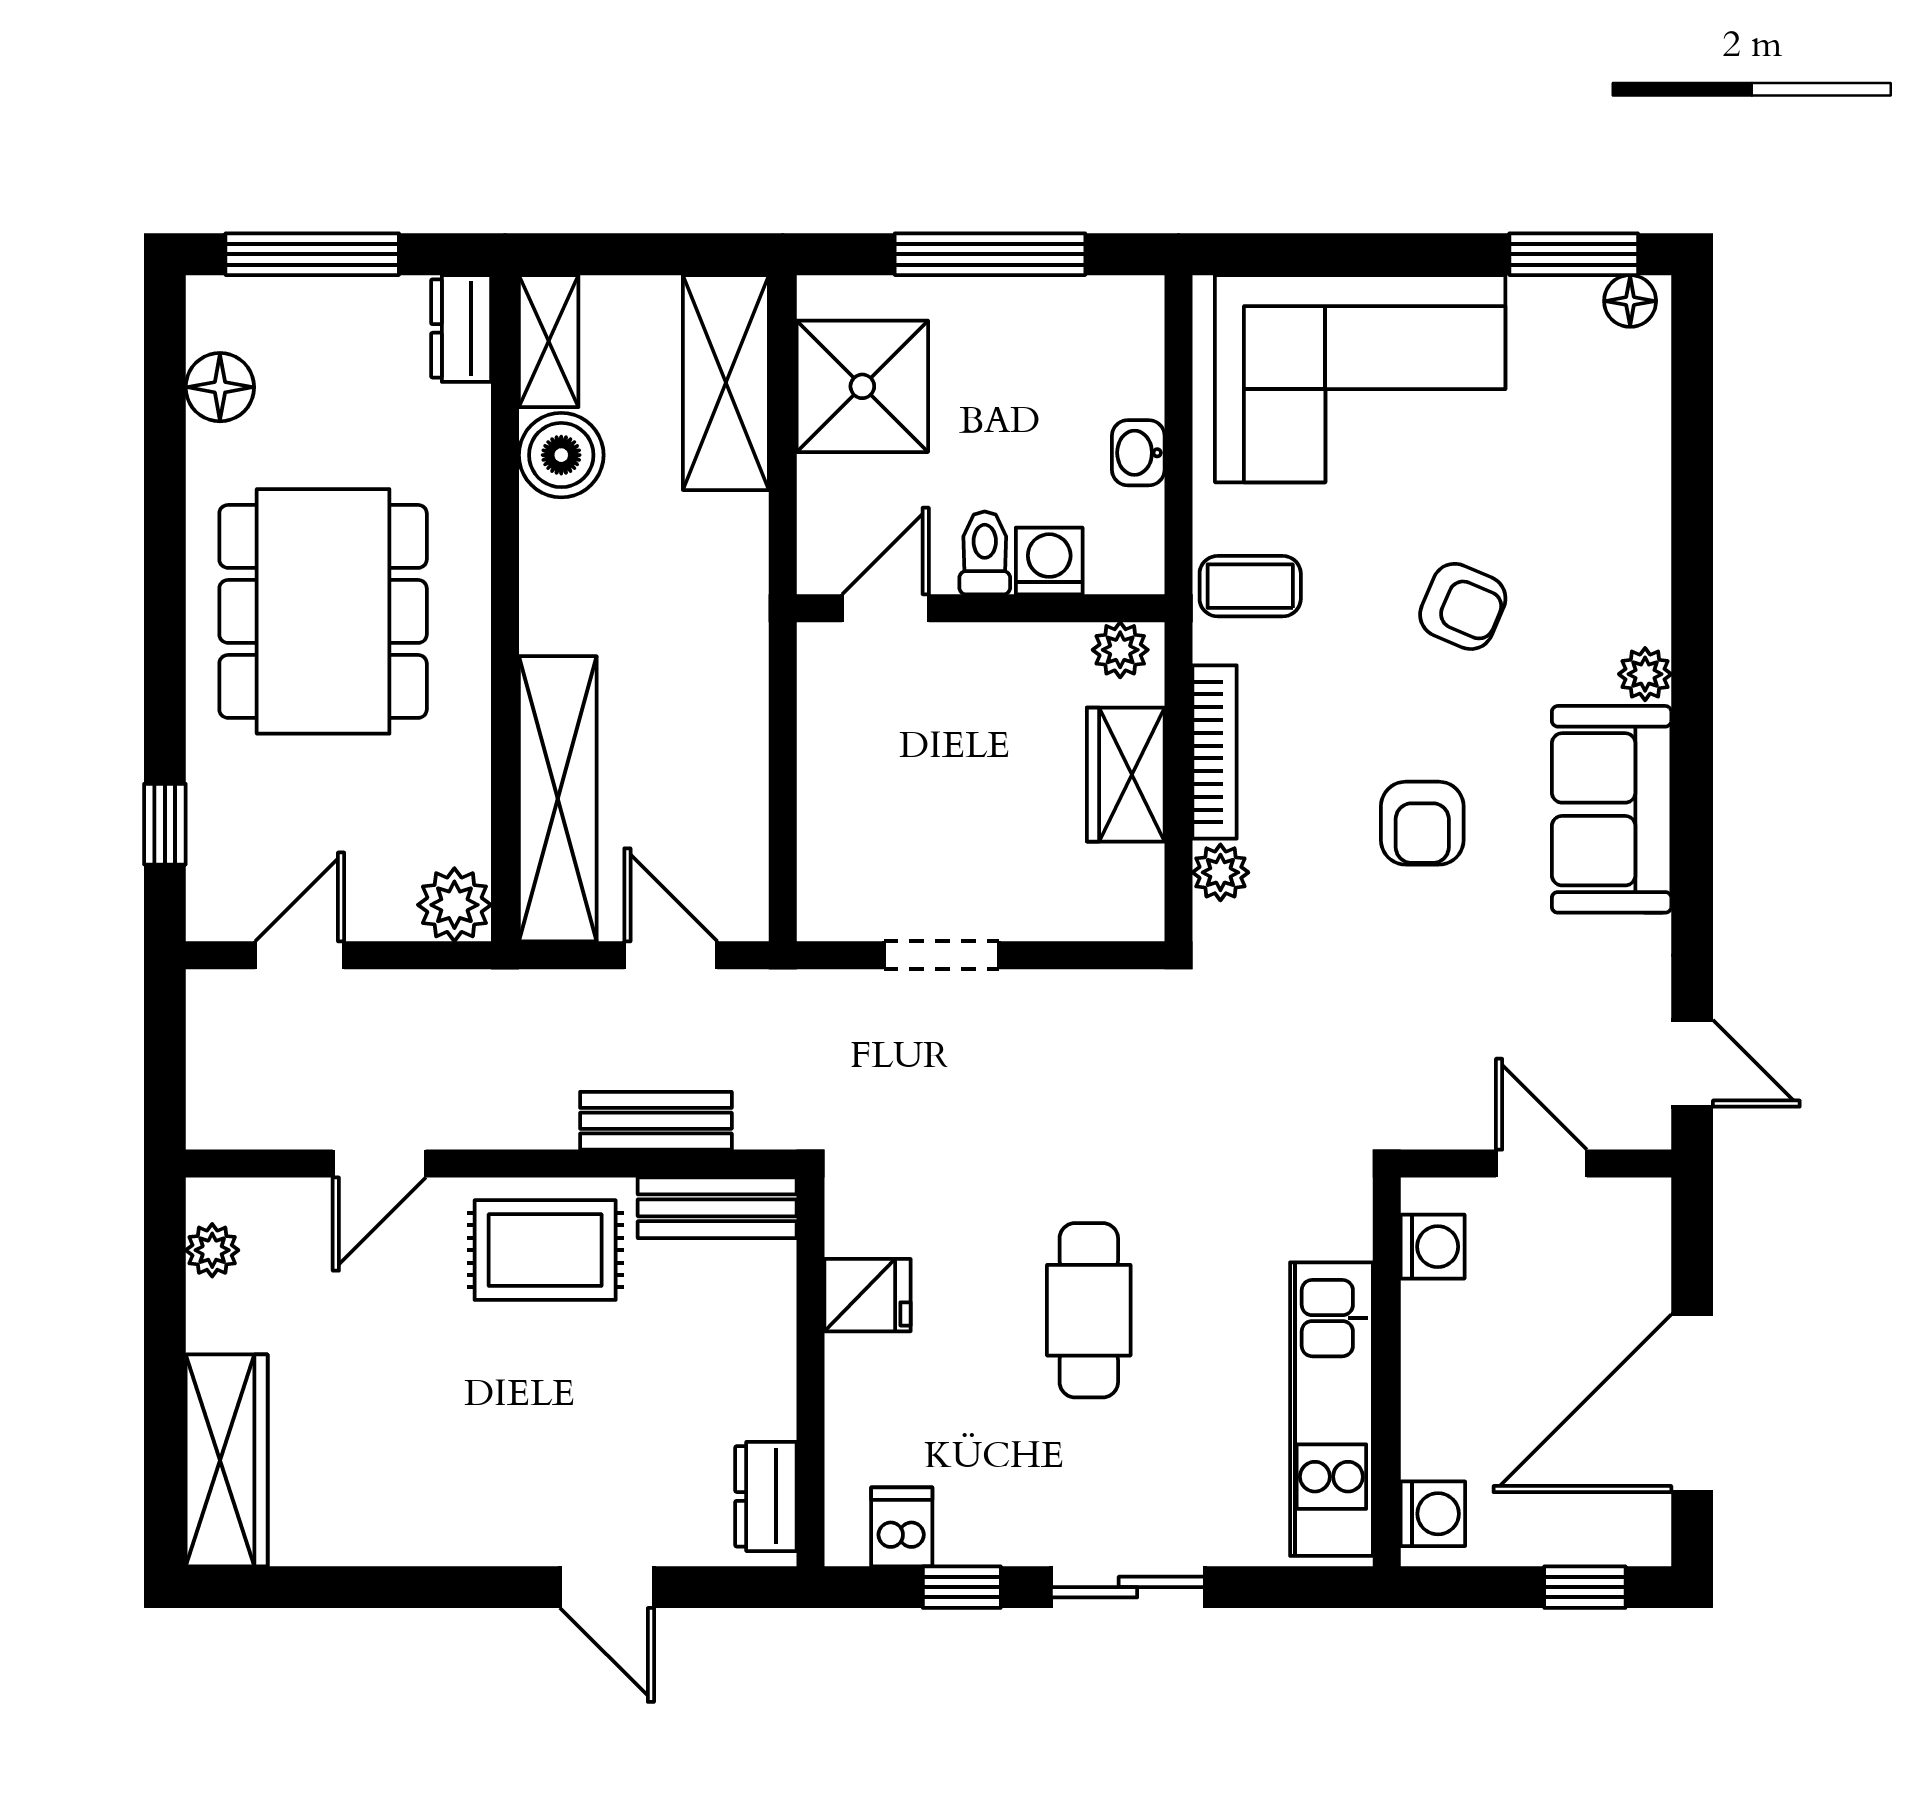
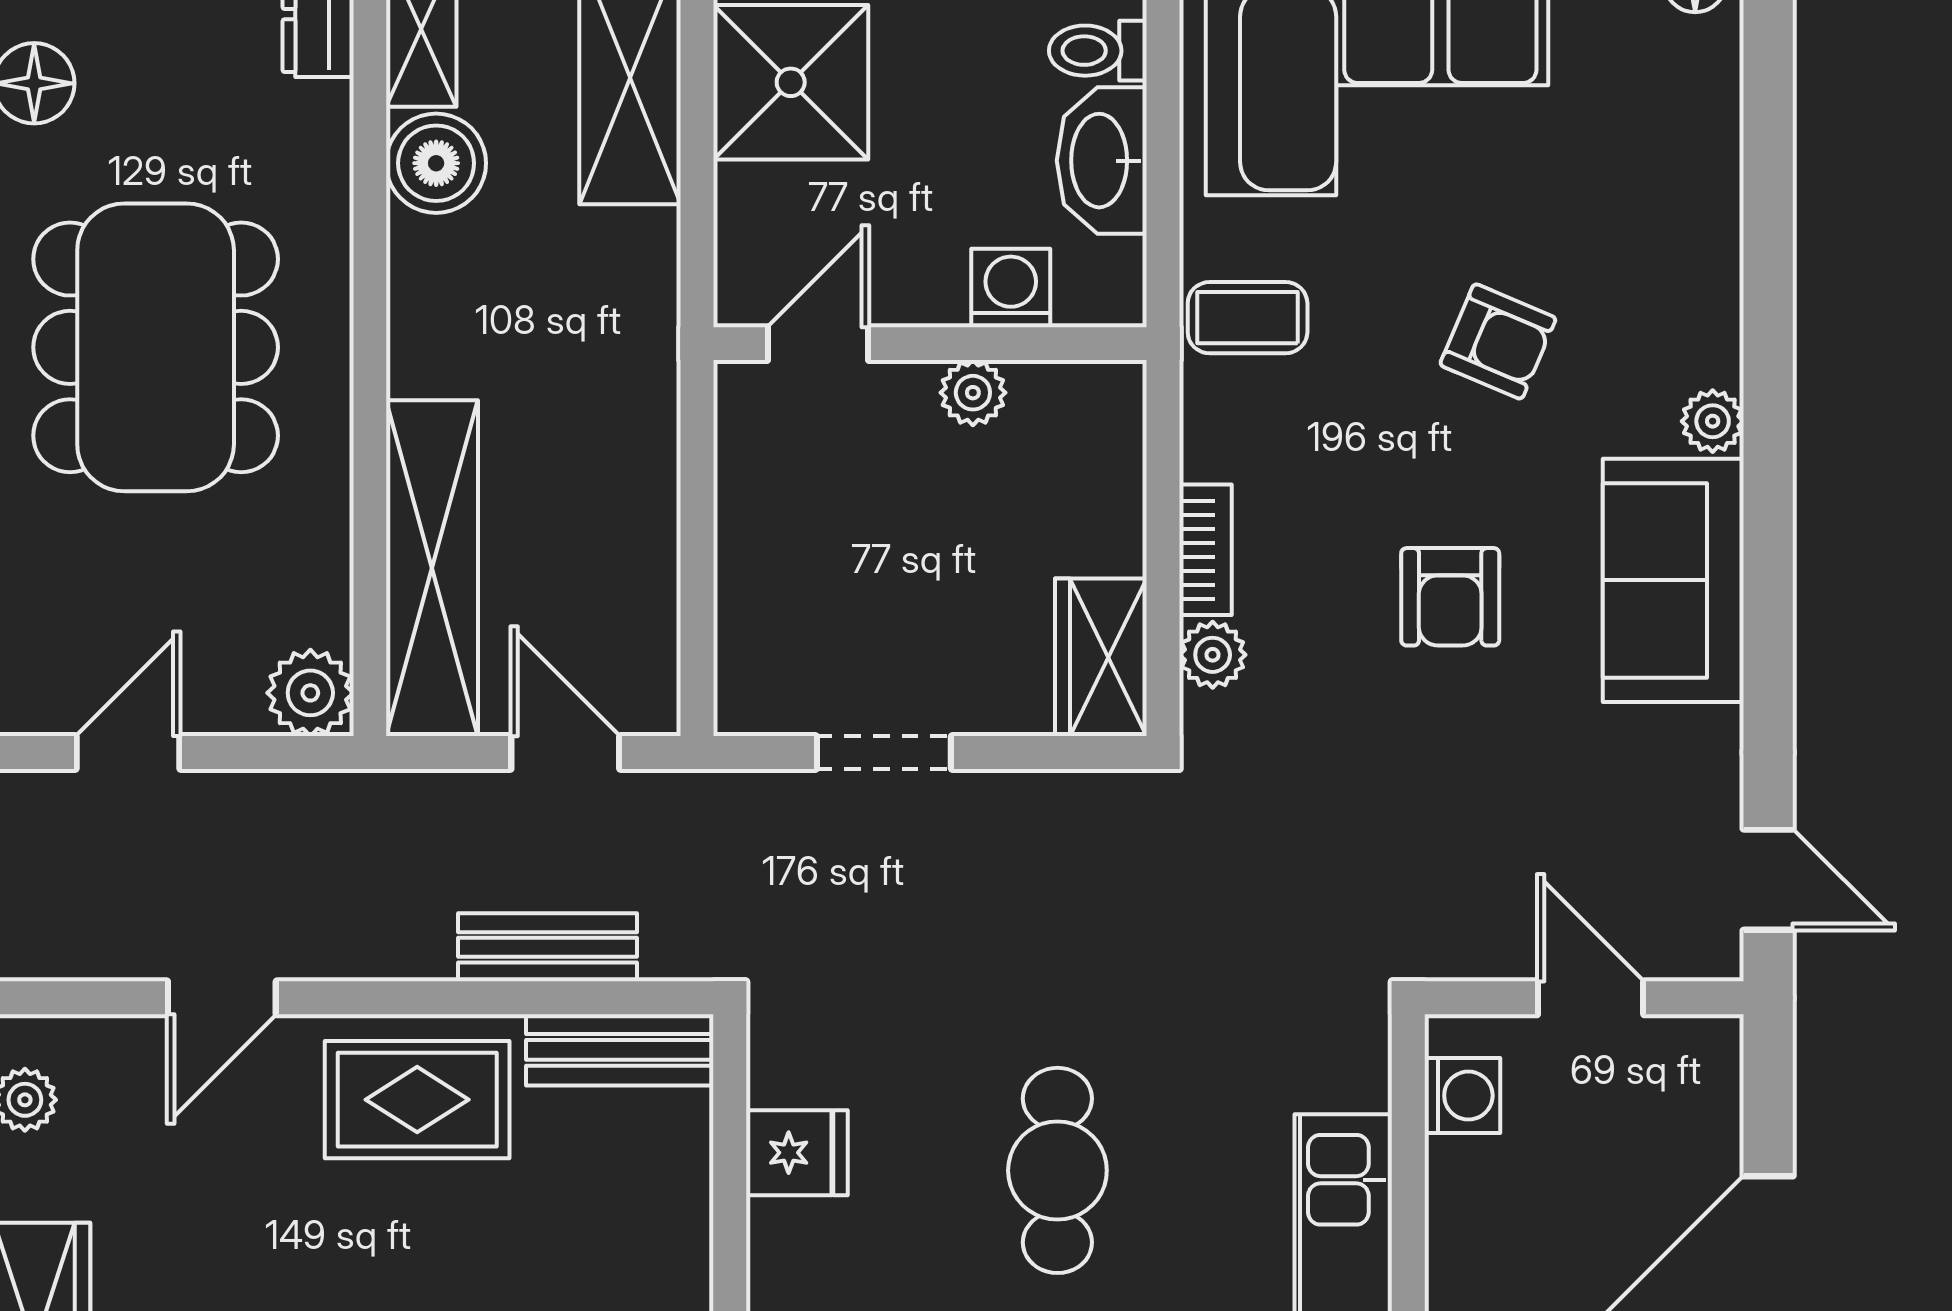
washbasin: (1138, 453) -> (1102, 161), width x1.91, depth x1.45
toilet: (985, 553) -> (1098, 51), moved, turned -90
plant: (1120, 650) -> (973, 393), moved
bookcase: (1215, 752) -> (1206, 550), width x0.64
wardrobe: (1126, 775) -> (1101, 657), moved

